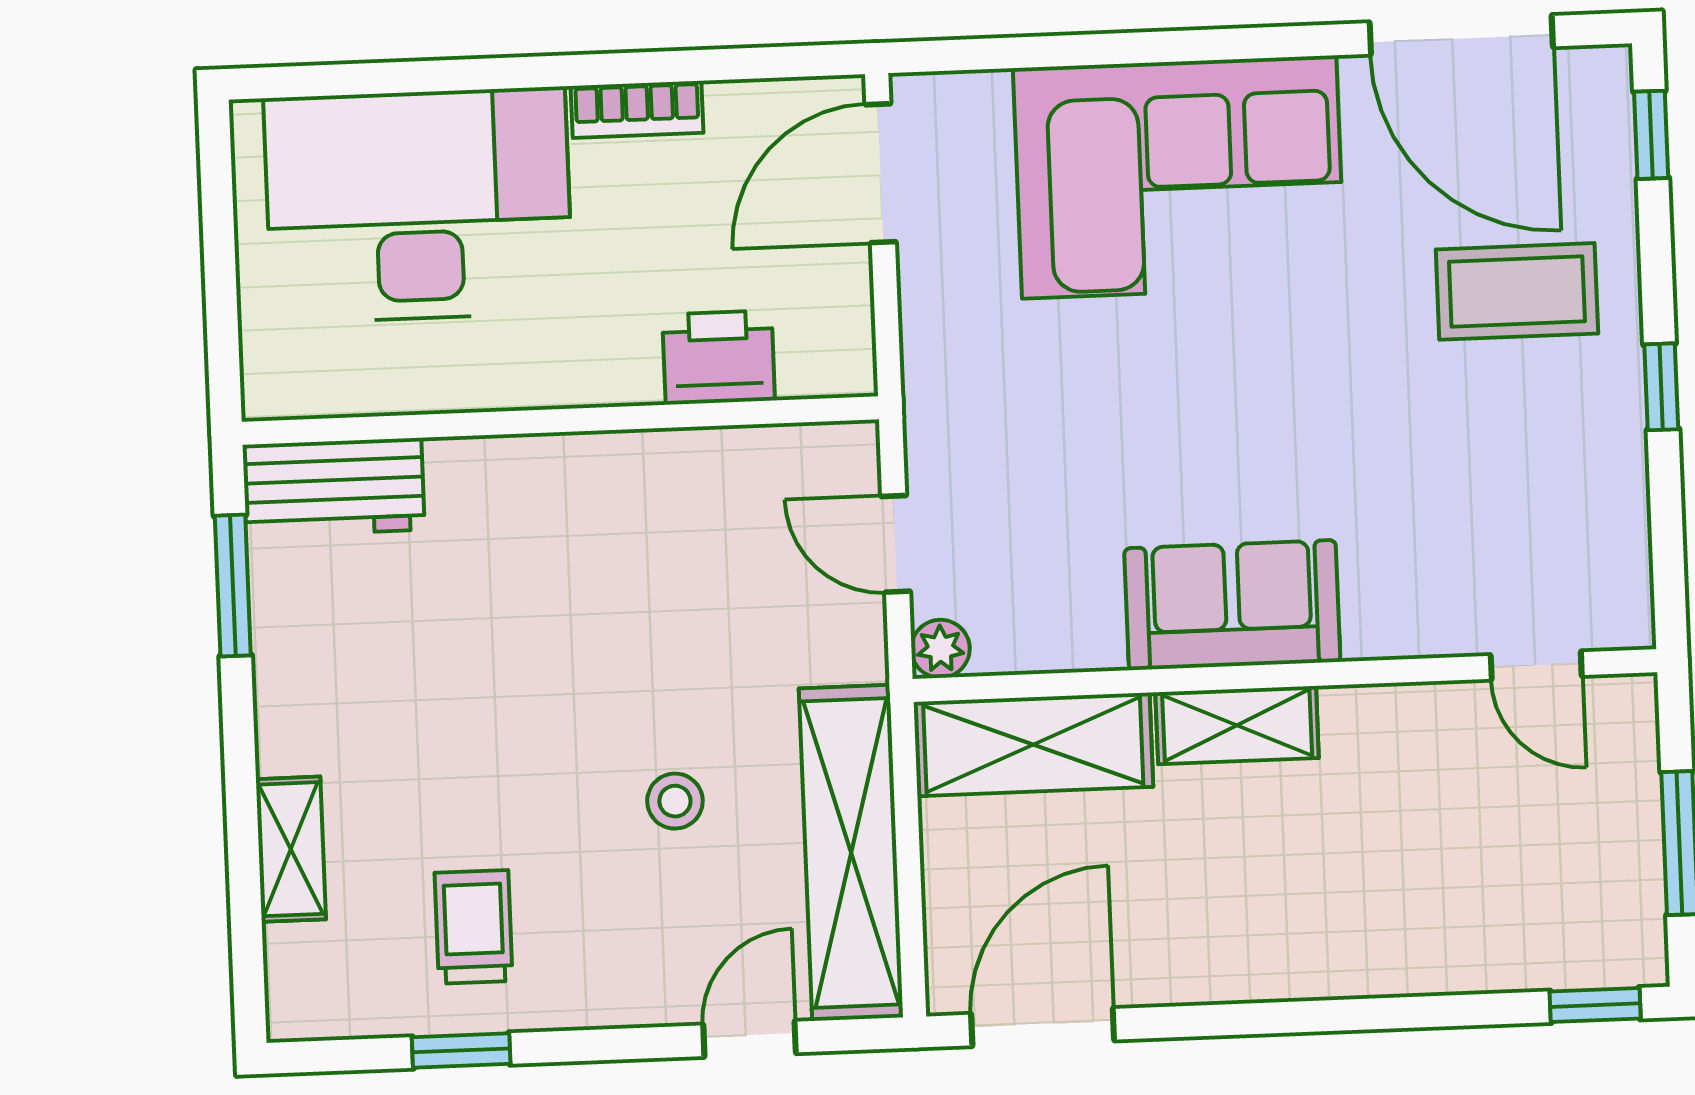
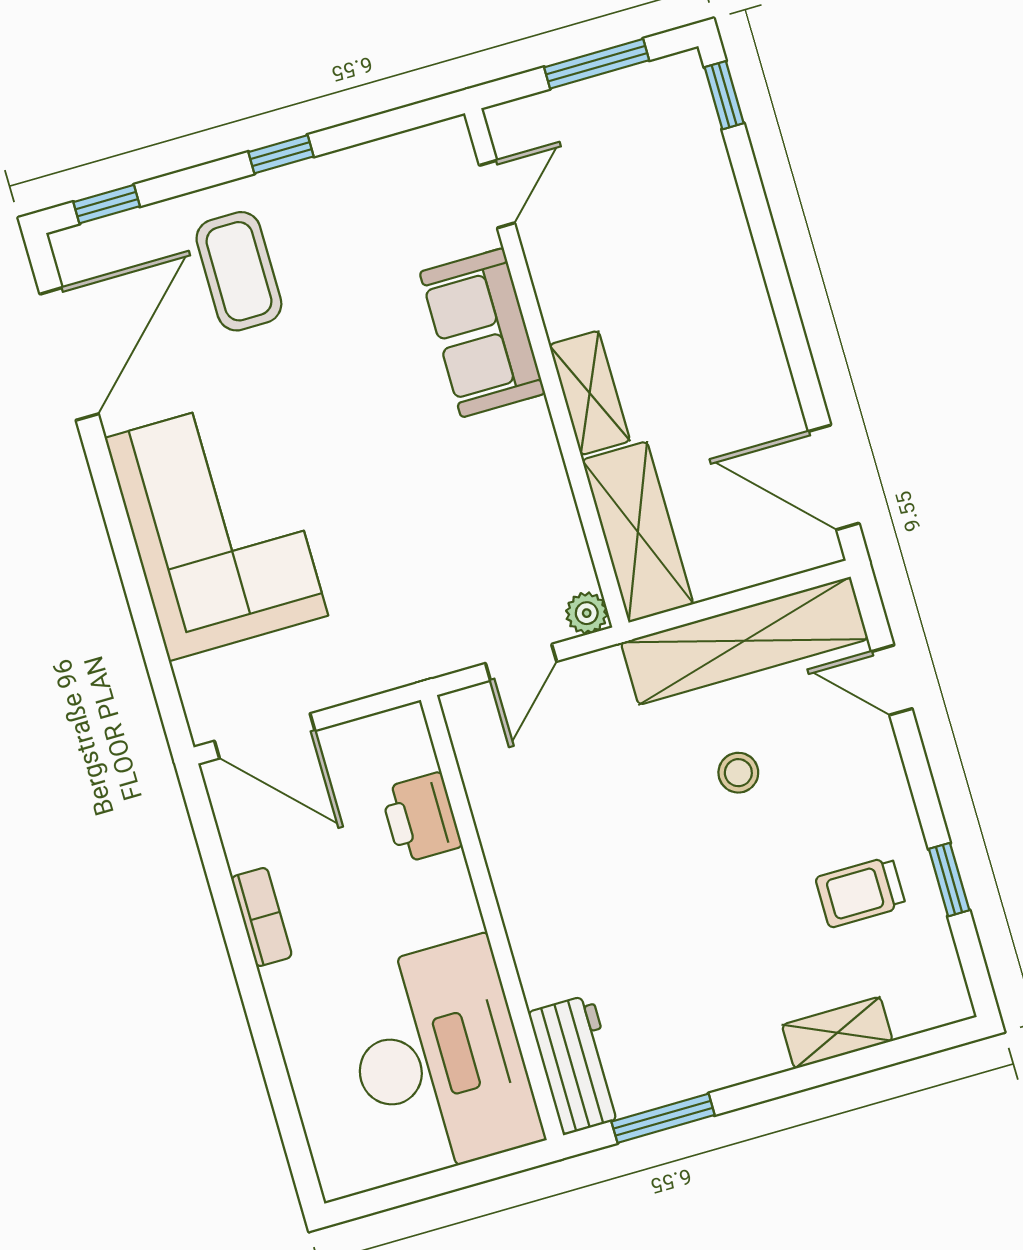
desk: (418, 205) -> (439, 1058), moved, turned 180
sofa: (1232, 605) -> (482, 333), moved

